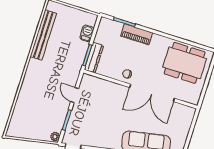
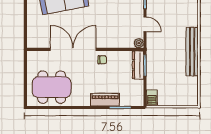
barbecue: (87, 33) -> (152, 97), moved
bench: (43, 35) -> (192, 52), moved
plant: (86, 79) -> (139, 43), added

